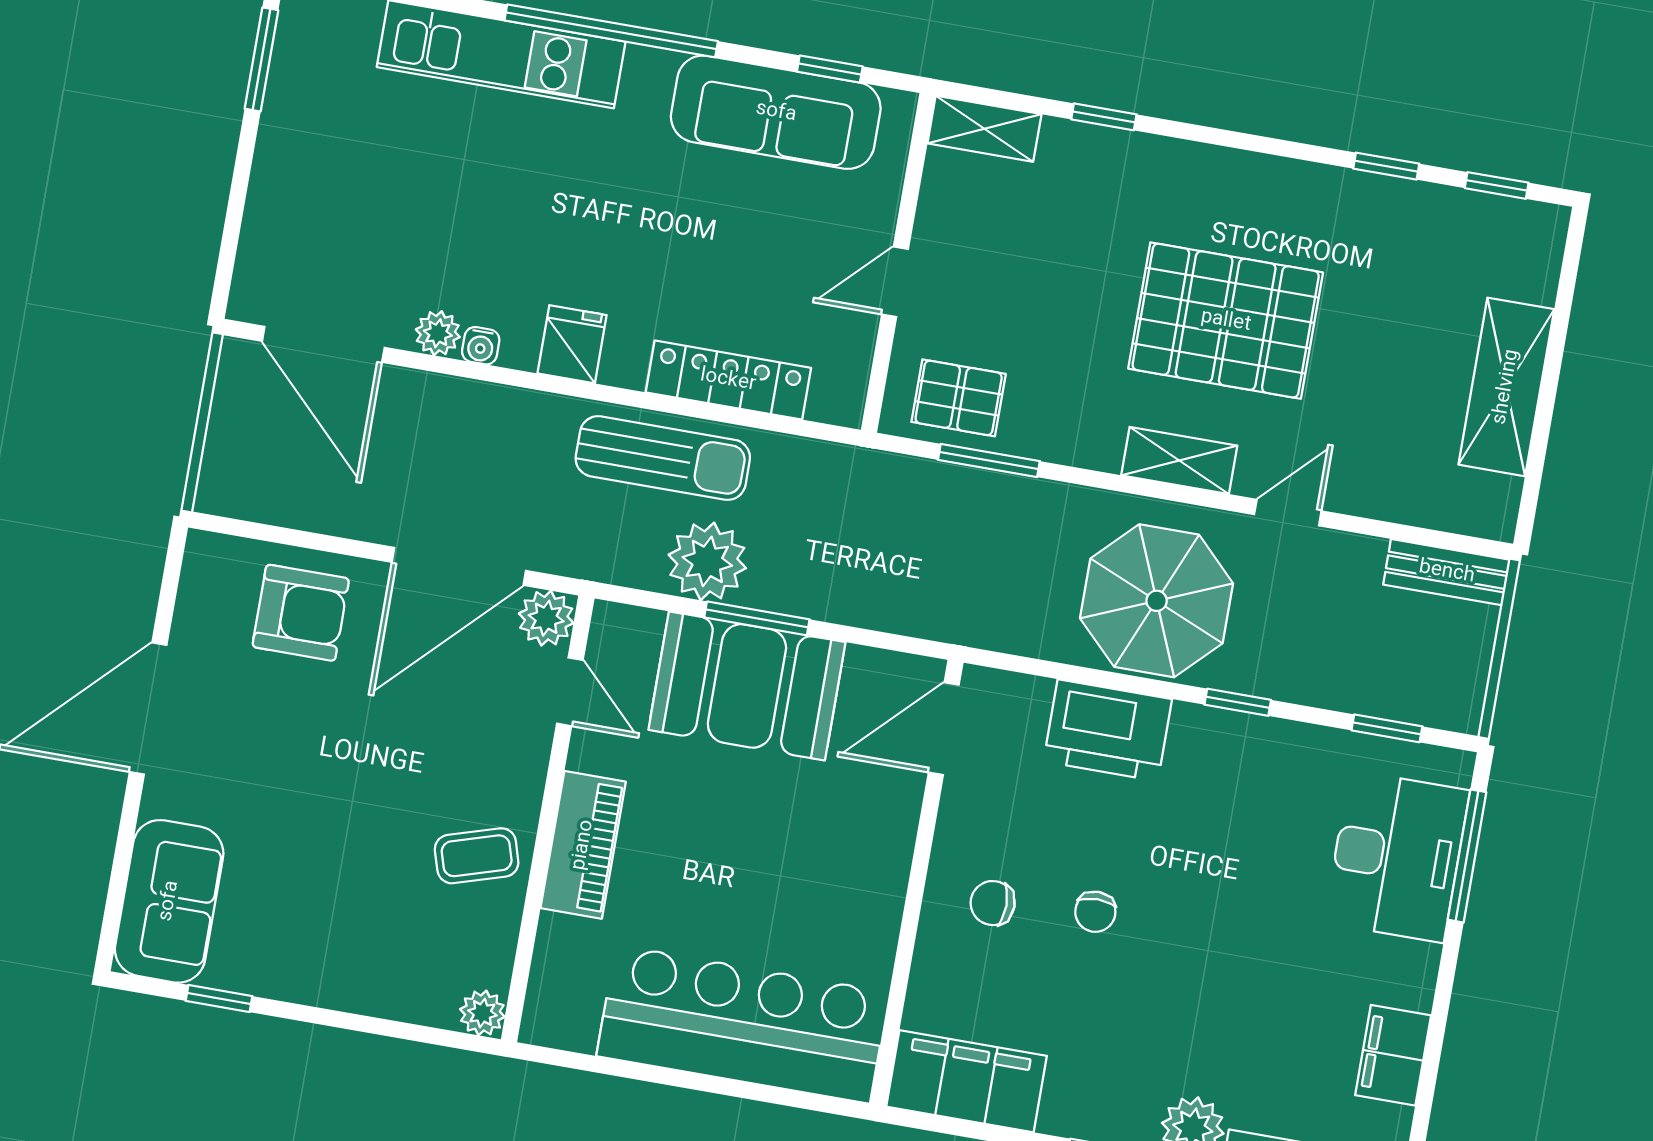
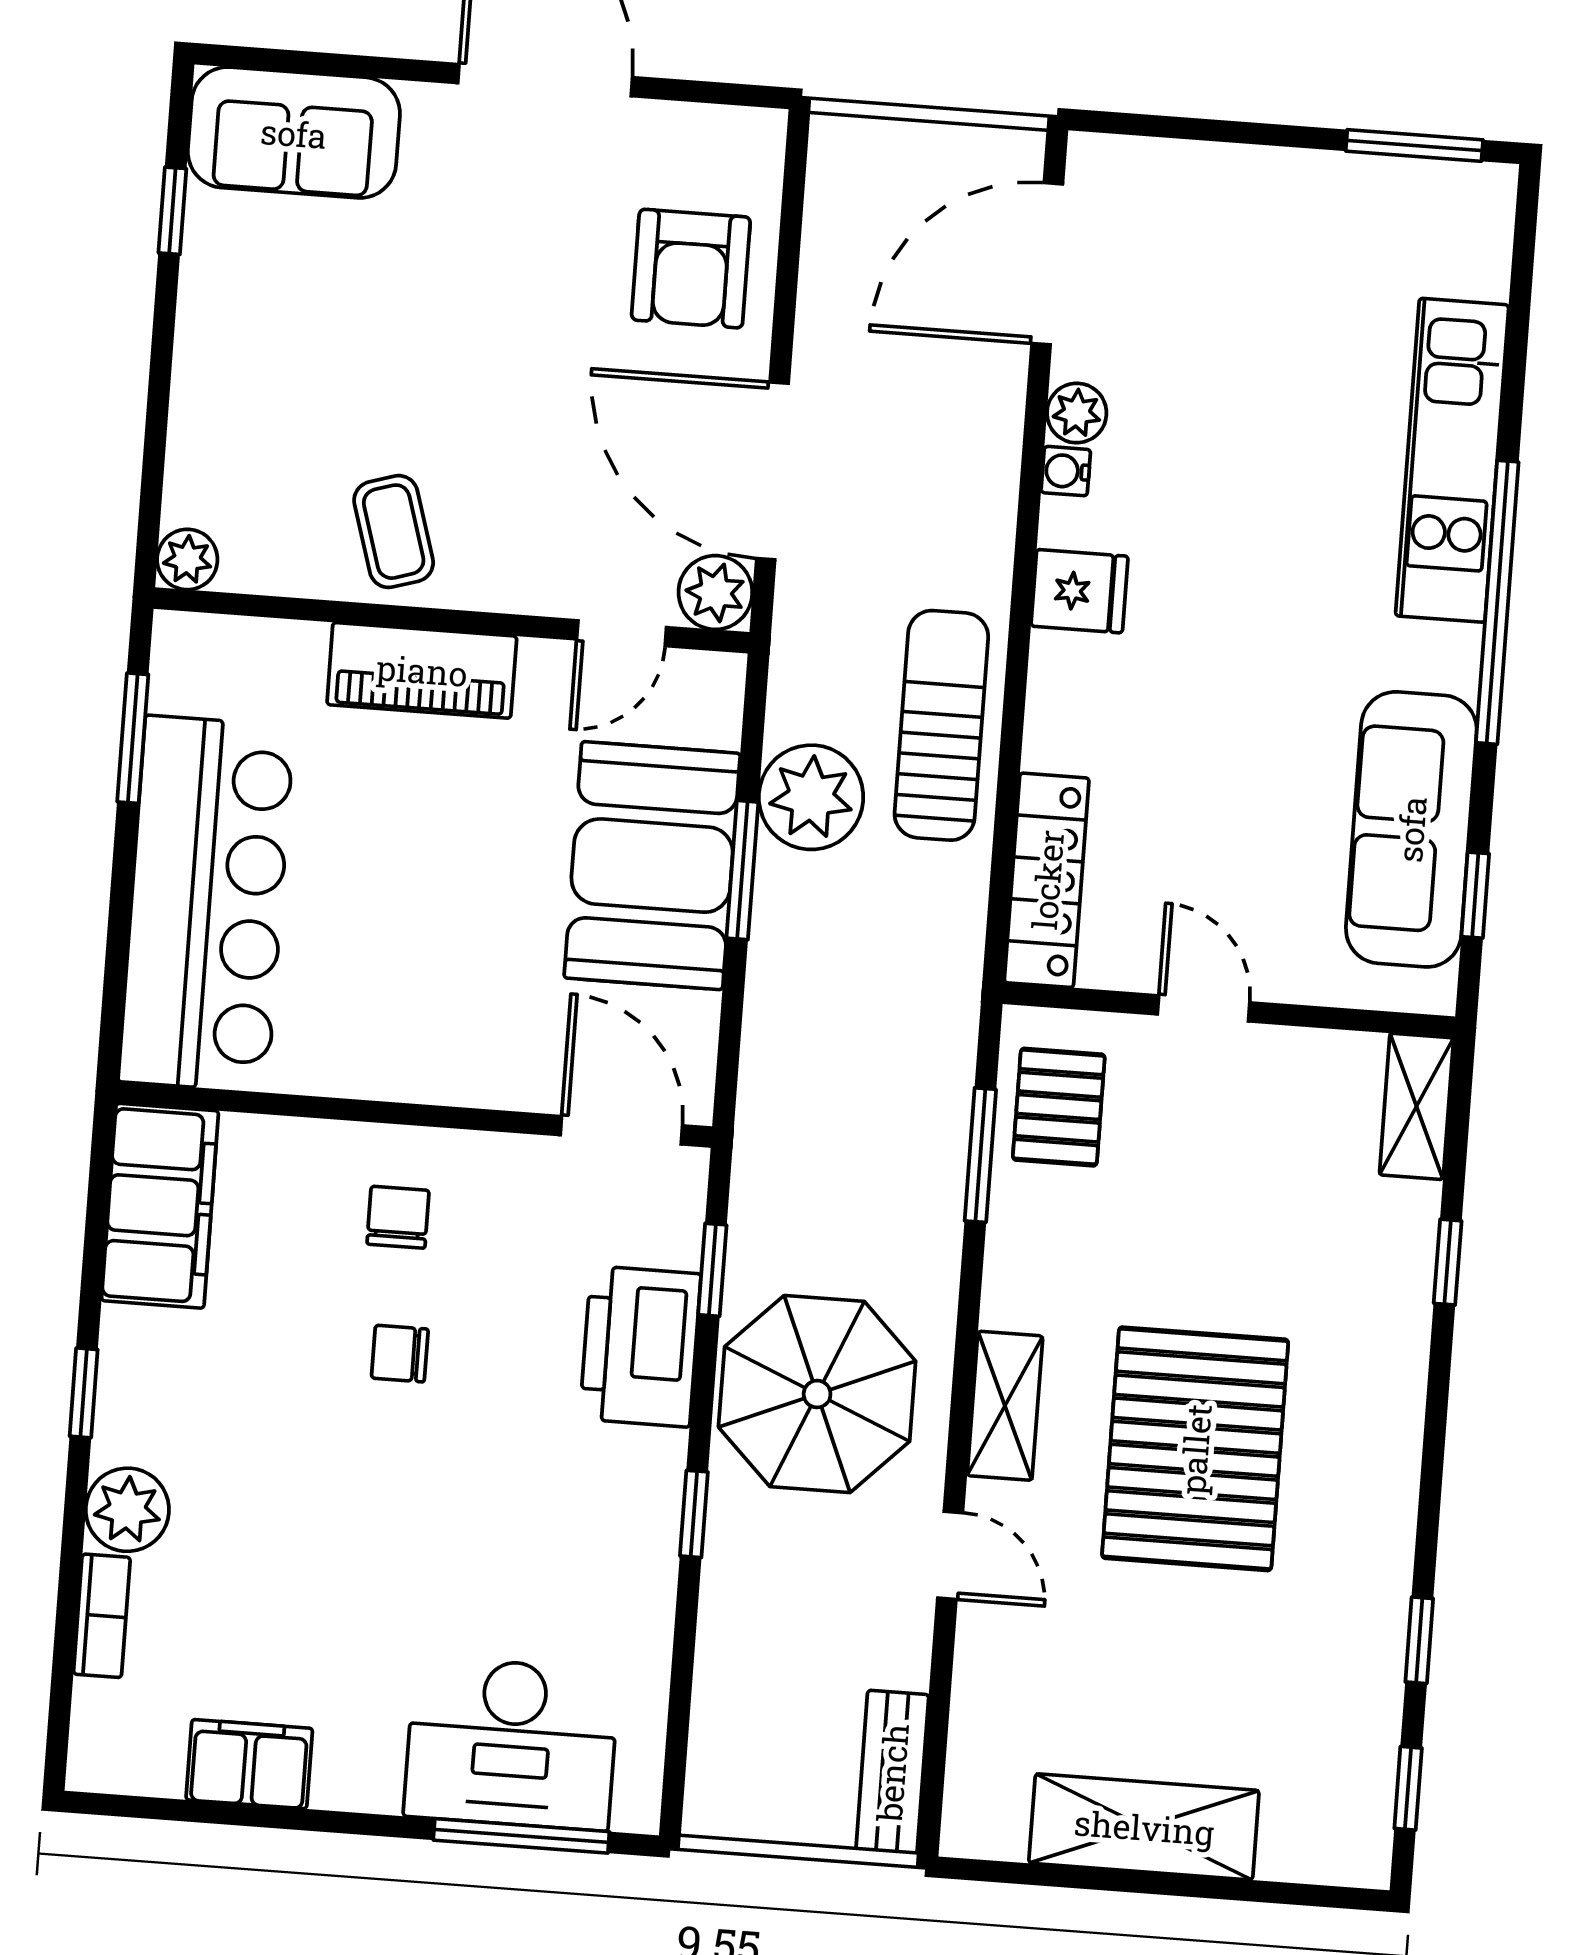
locker: (728, 380) -> (1047, 880), moved
sun lounger: (663, 458) -> (941, 725), turned 180
window: (1387, 728) -> (712, 1270), moved
window: (613, 1067) -> (133, 738), added

